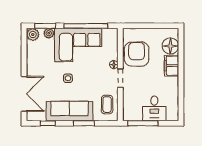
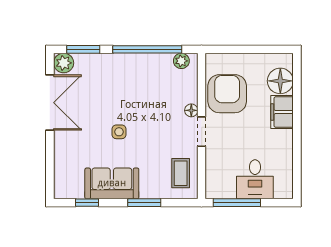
plant: (49, 33) -> (181, 61), moved
corner sofa: (78, 45) -> (135, 79), removed
double door: (24, 94) -> (50, 103), moved
sofa: (70, 111) -> (112, 183), width x0.73

